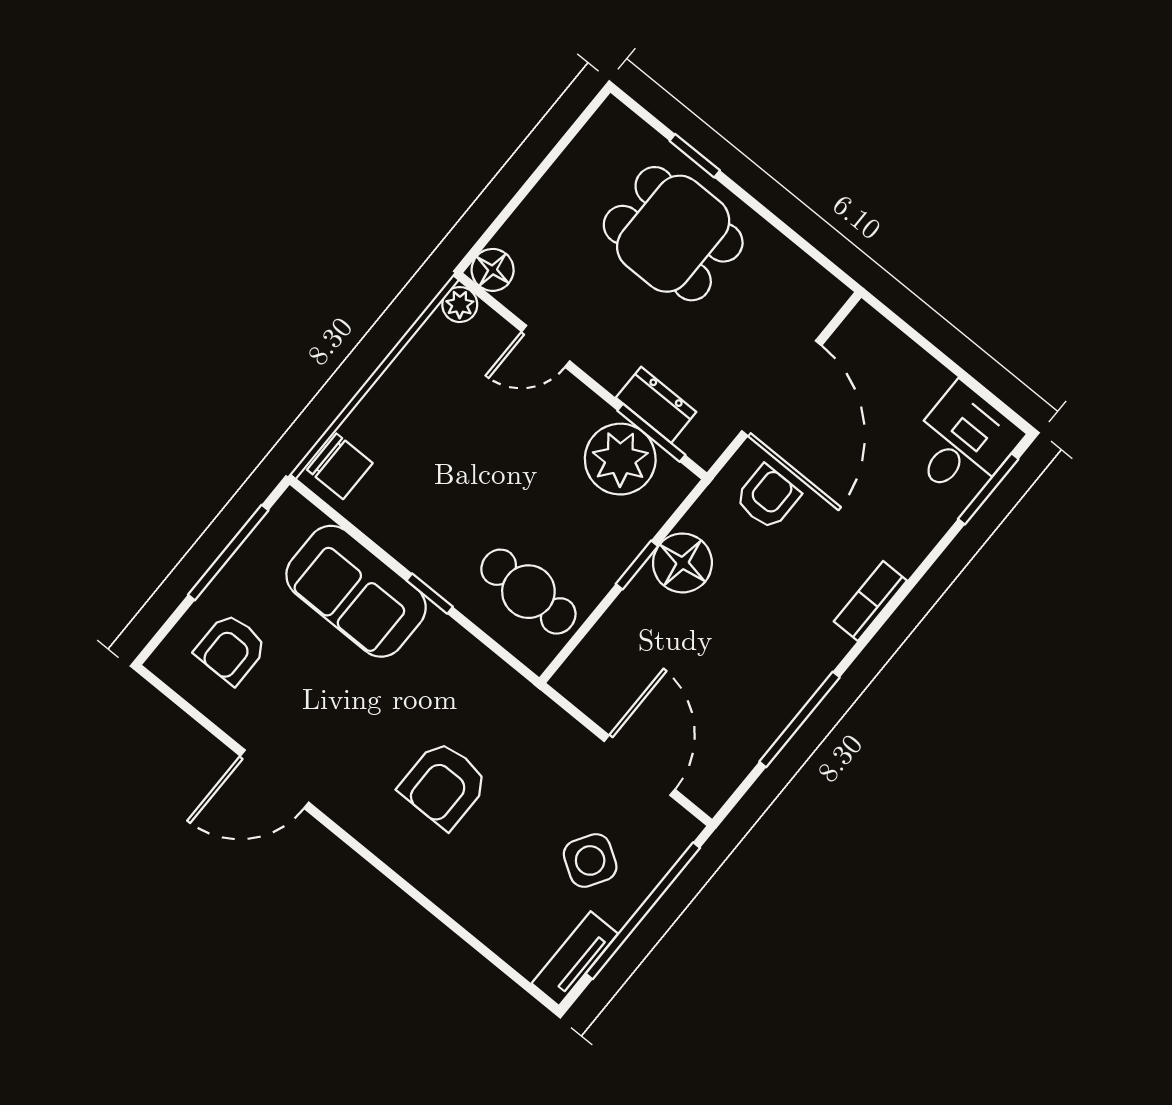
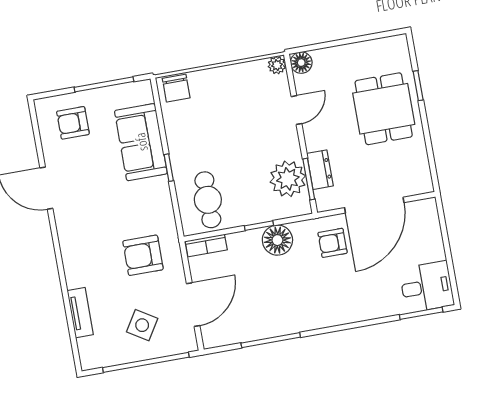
door: (546, 346) -> (296, 110), swing flipped
armchair: (768, 497) -> (333, 243), turned 180
bookcase: (870, 601) -> (206, 246), moved, turned 180
armchair: (444, 785) -> (143, 255), moved
tv unit: (575, 959) -> (80, 313), moved, turned 90

